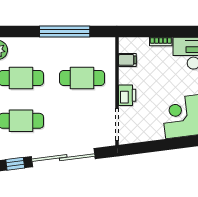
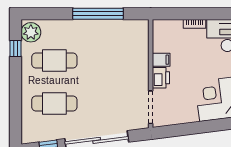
filing cabinet: (127, 60) -> (161, 60), moved
cafe table: (82, 78) -> (116, 60), removed

